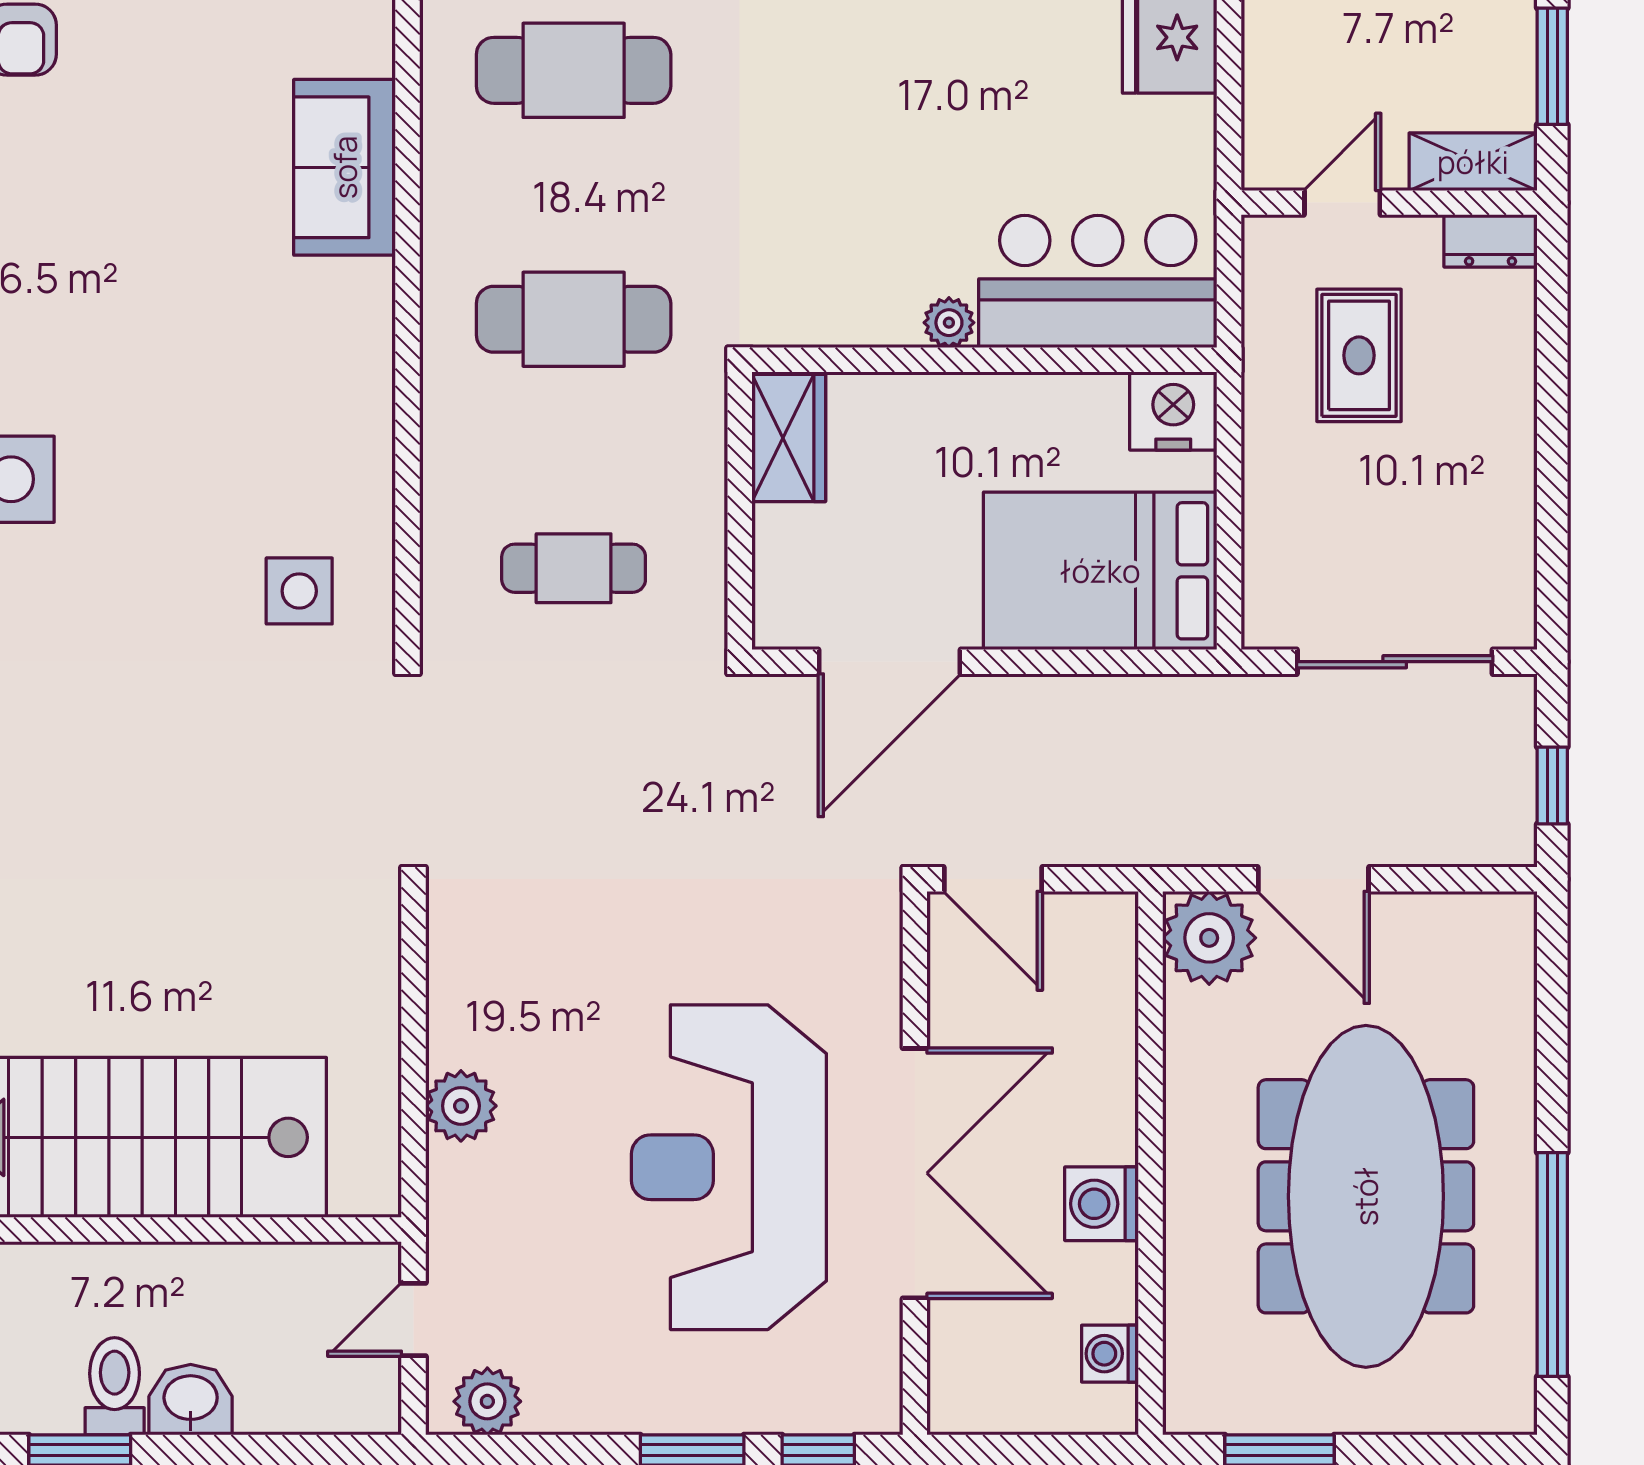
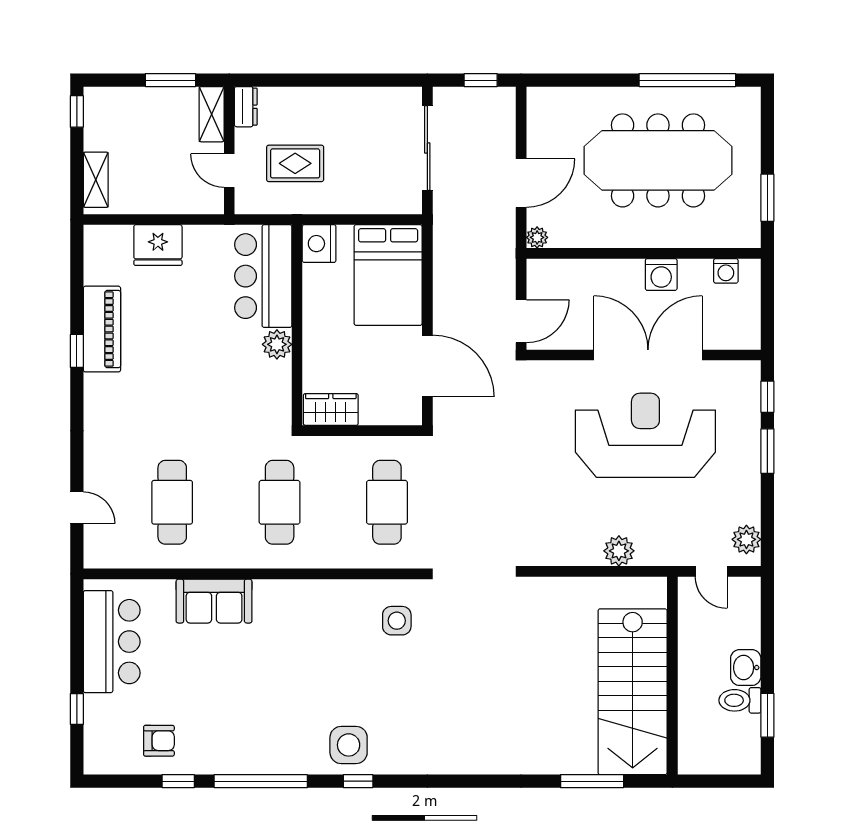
plant: (949, 323) -> (277, 344), width x1.38, depth x1.38
cafe table: (574, 568) -> (387, 502), width x1.37, depth x1.35
plant: (1209, 938) -> (537, 237), width x0.53, depth x0.53
reception desk: (729, 1167) -> (645, 435), turned 180

